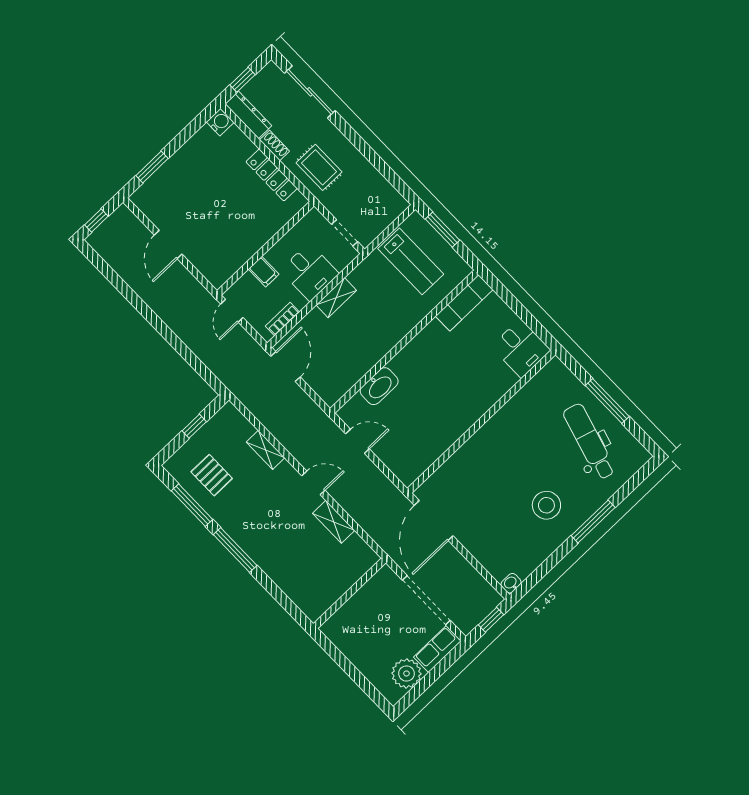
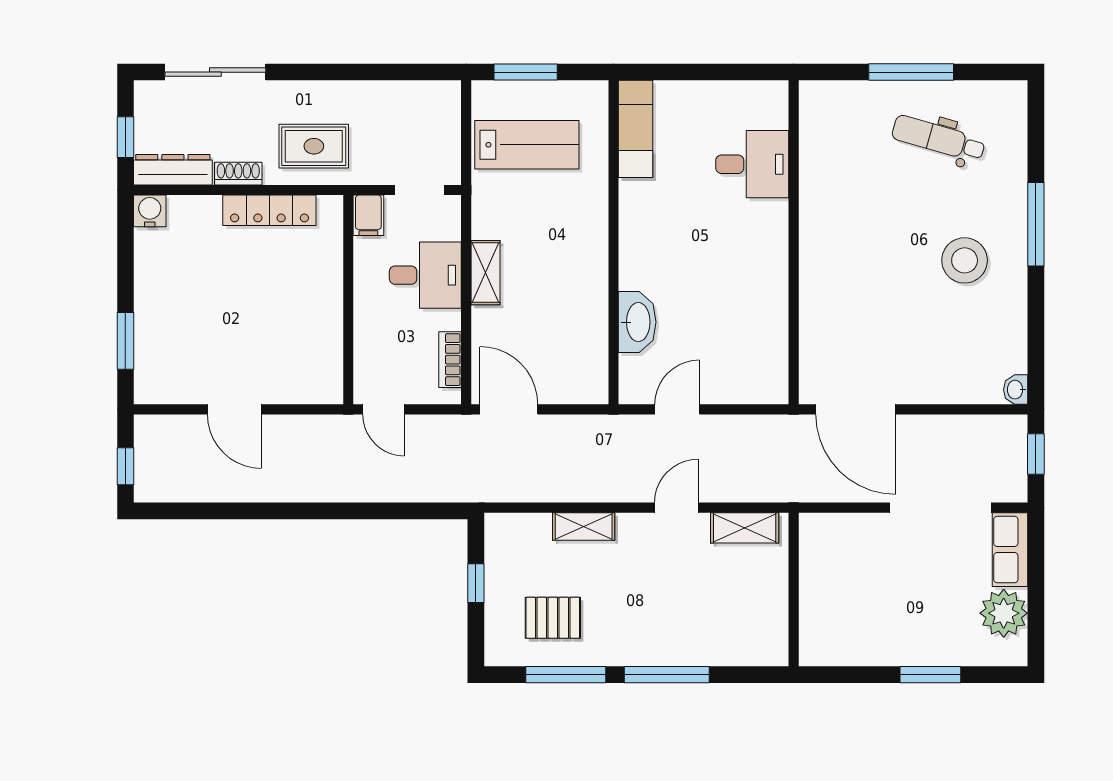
filing cabinet: (264, 272) -> (368, 215), moved, turned 90
desk: (521, 348) -> (752, 164), moved
dental chair: (589, 442) -> (938, 139), width x0.73, depth x0.72
wall: (350, 593) -> (794, 589), moved
window: (348, 667) -> (930, 675), added

